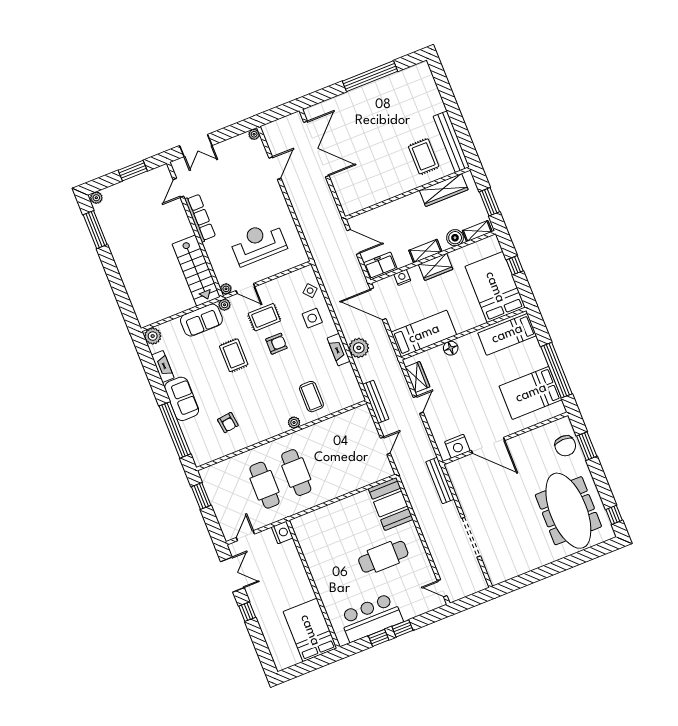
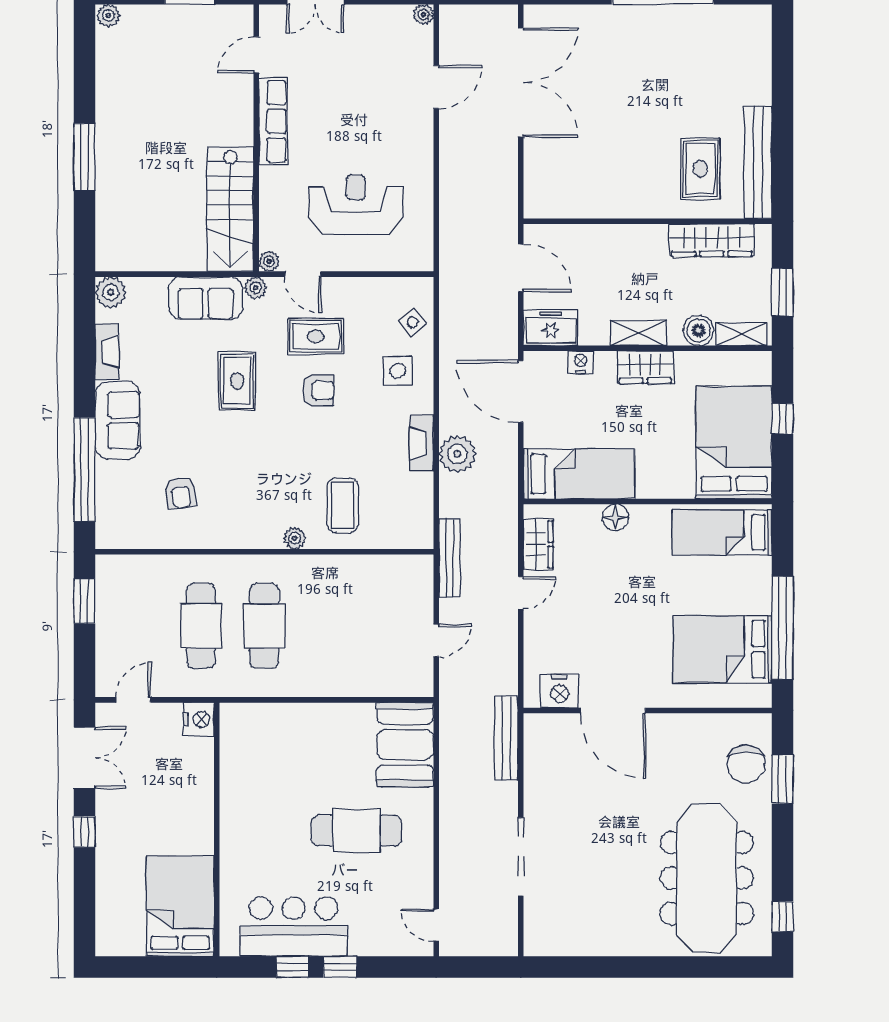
window: (95, 230) -> (84, 157), moved

